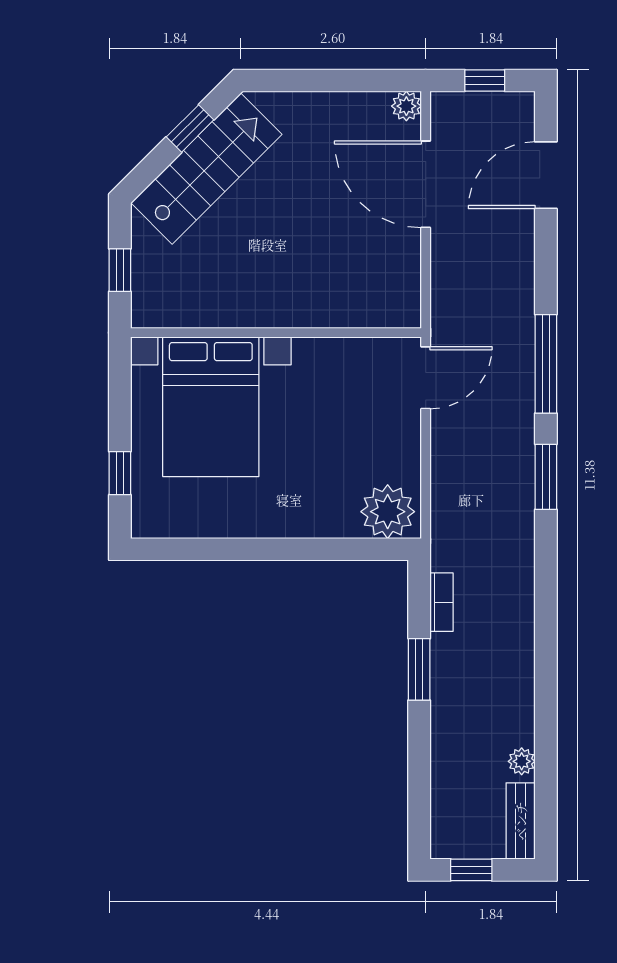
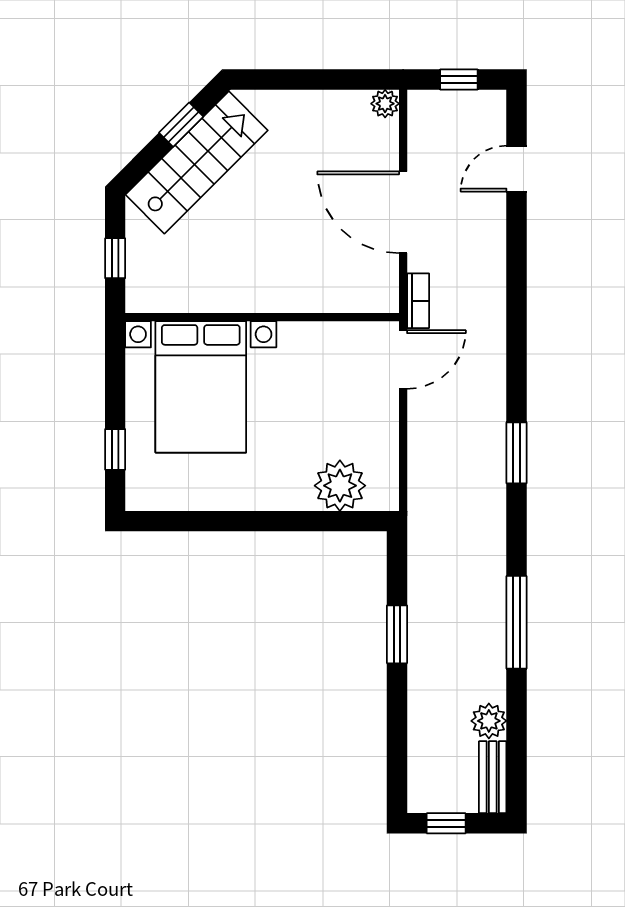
door: (546, 175) -> (517, 169), width x0.73
door: (426, 184) -> (403, 212), moved
window: (546, 364) -> (517, 622), moved
plant: (388, 512) -> (340, 486), moved
bookcase: (441, 602) -> (418, 301), moved
plant: (522, 761) -> (489, 721), width x1.38, depth x1.38

